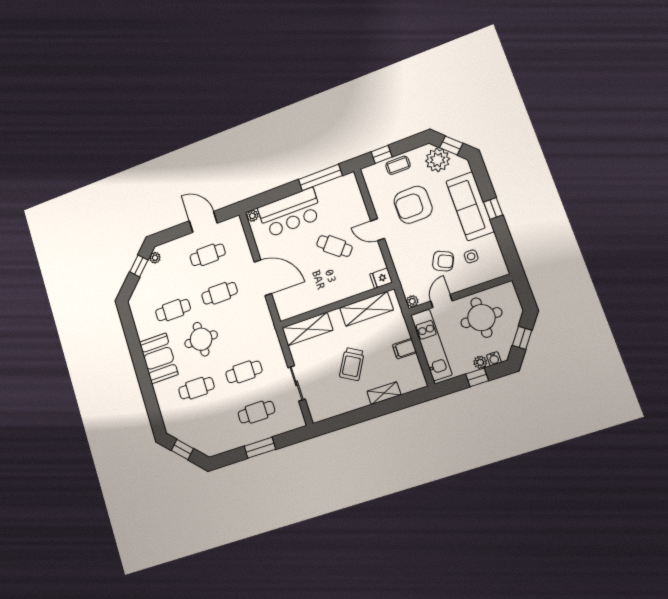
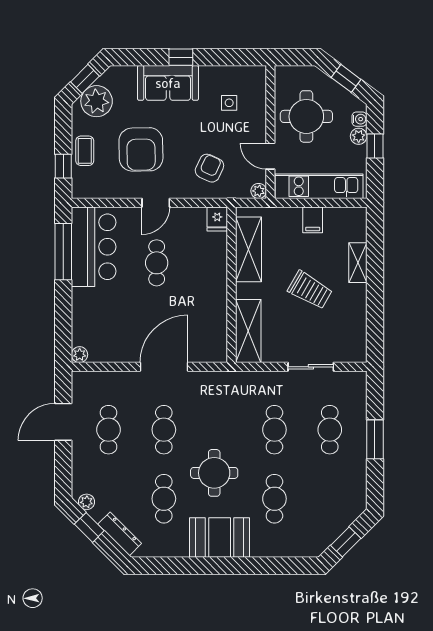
sofa: (470, 206) -> (168, 83), width x0.73
bar counter: (290, 213) -> (94, 247), moved
cafe table: (334, 246) -> (157, 263), turned -39
armchair: (443, 261) -> (209, 168), moved
dresser: (141, 288) -> (120, 534), added

